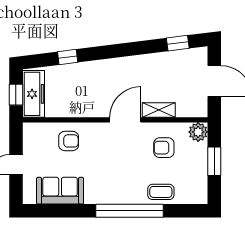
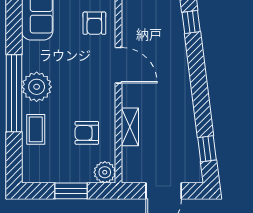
door: (125, 120) -> (119, 65), moved
armchair: (164, 148) -> (87, 133), turned -90
plant: (124, 191) -> (37, 87), added

